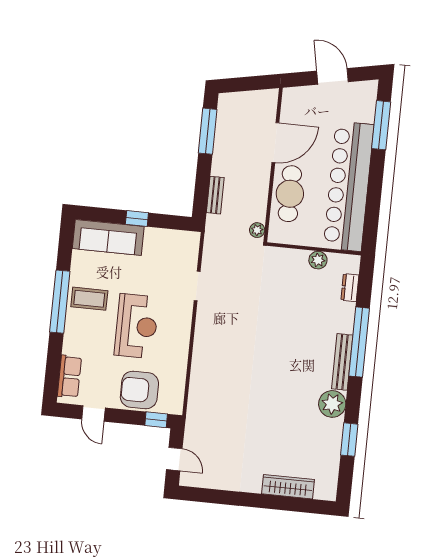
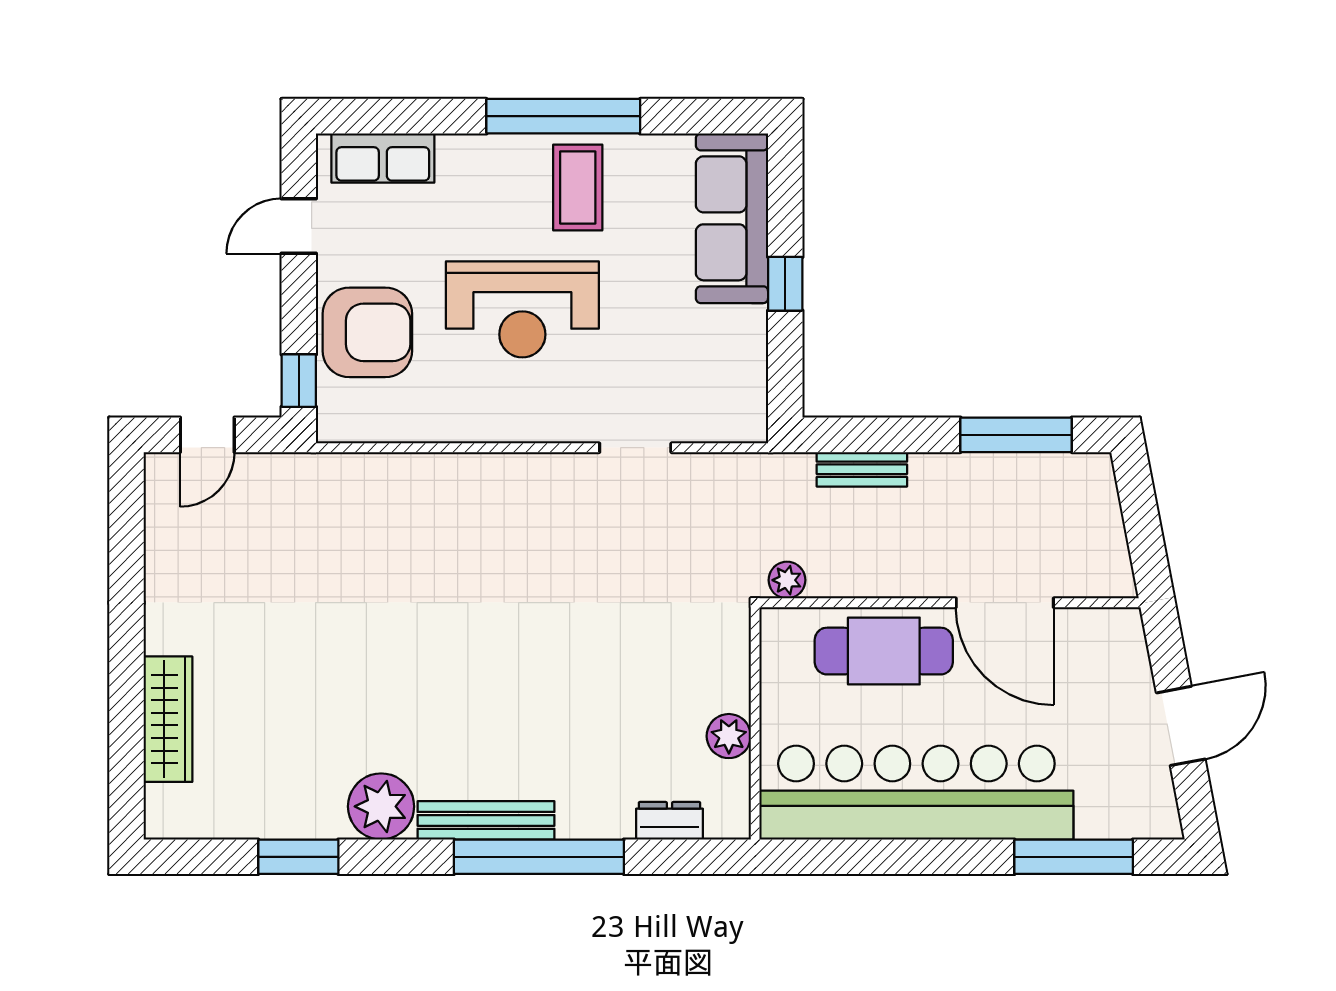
armchair: (139, 390) -> (367, 332), turned 90

